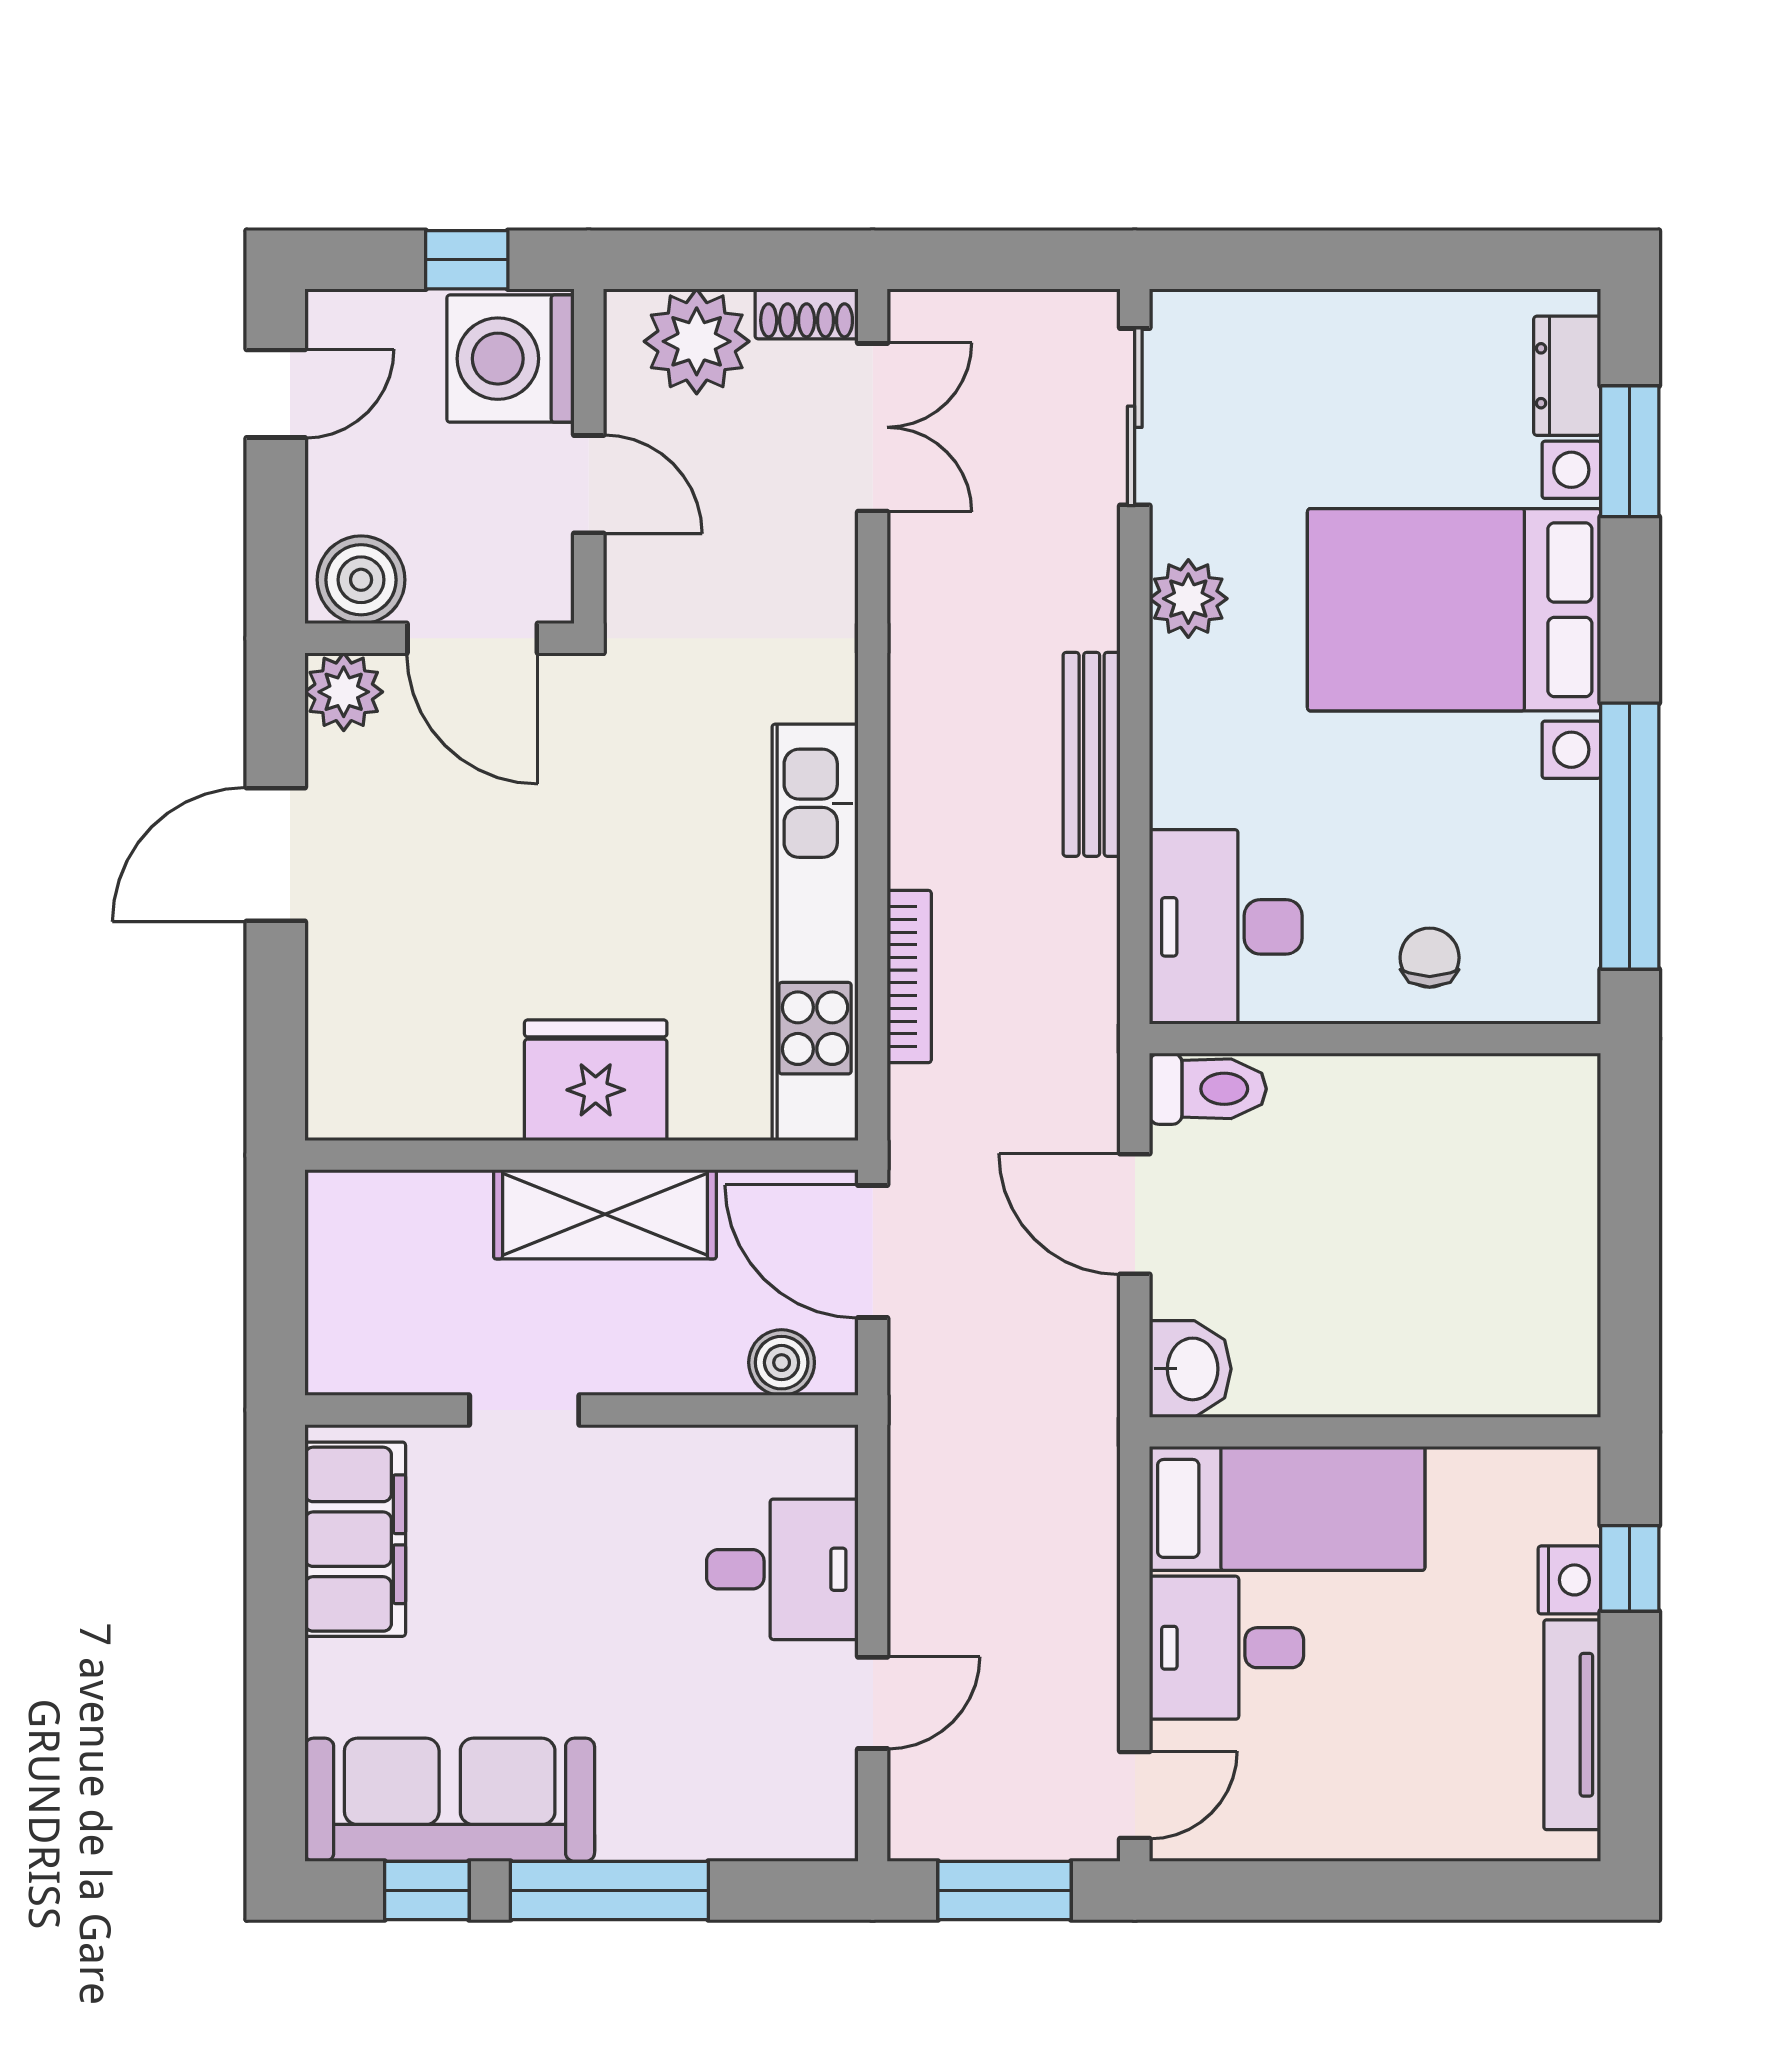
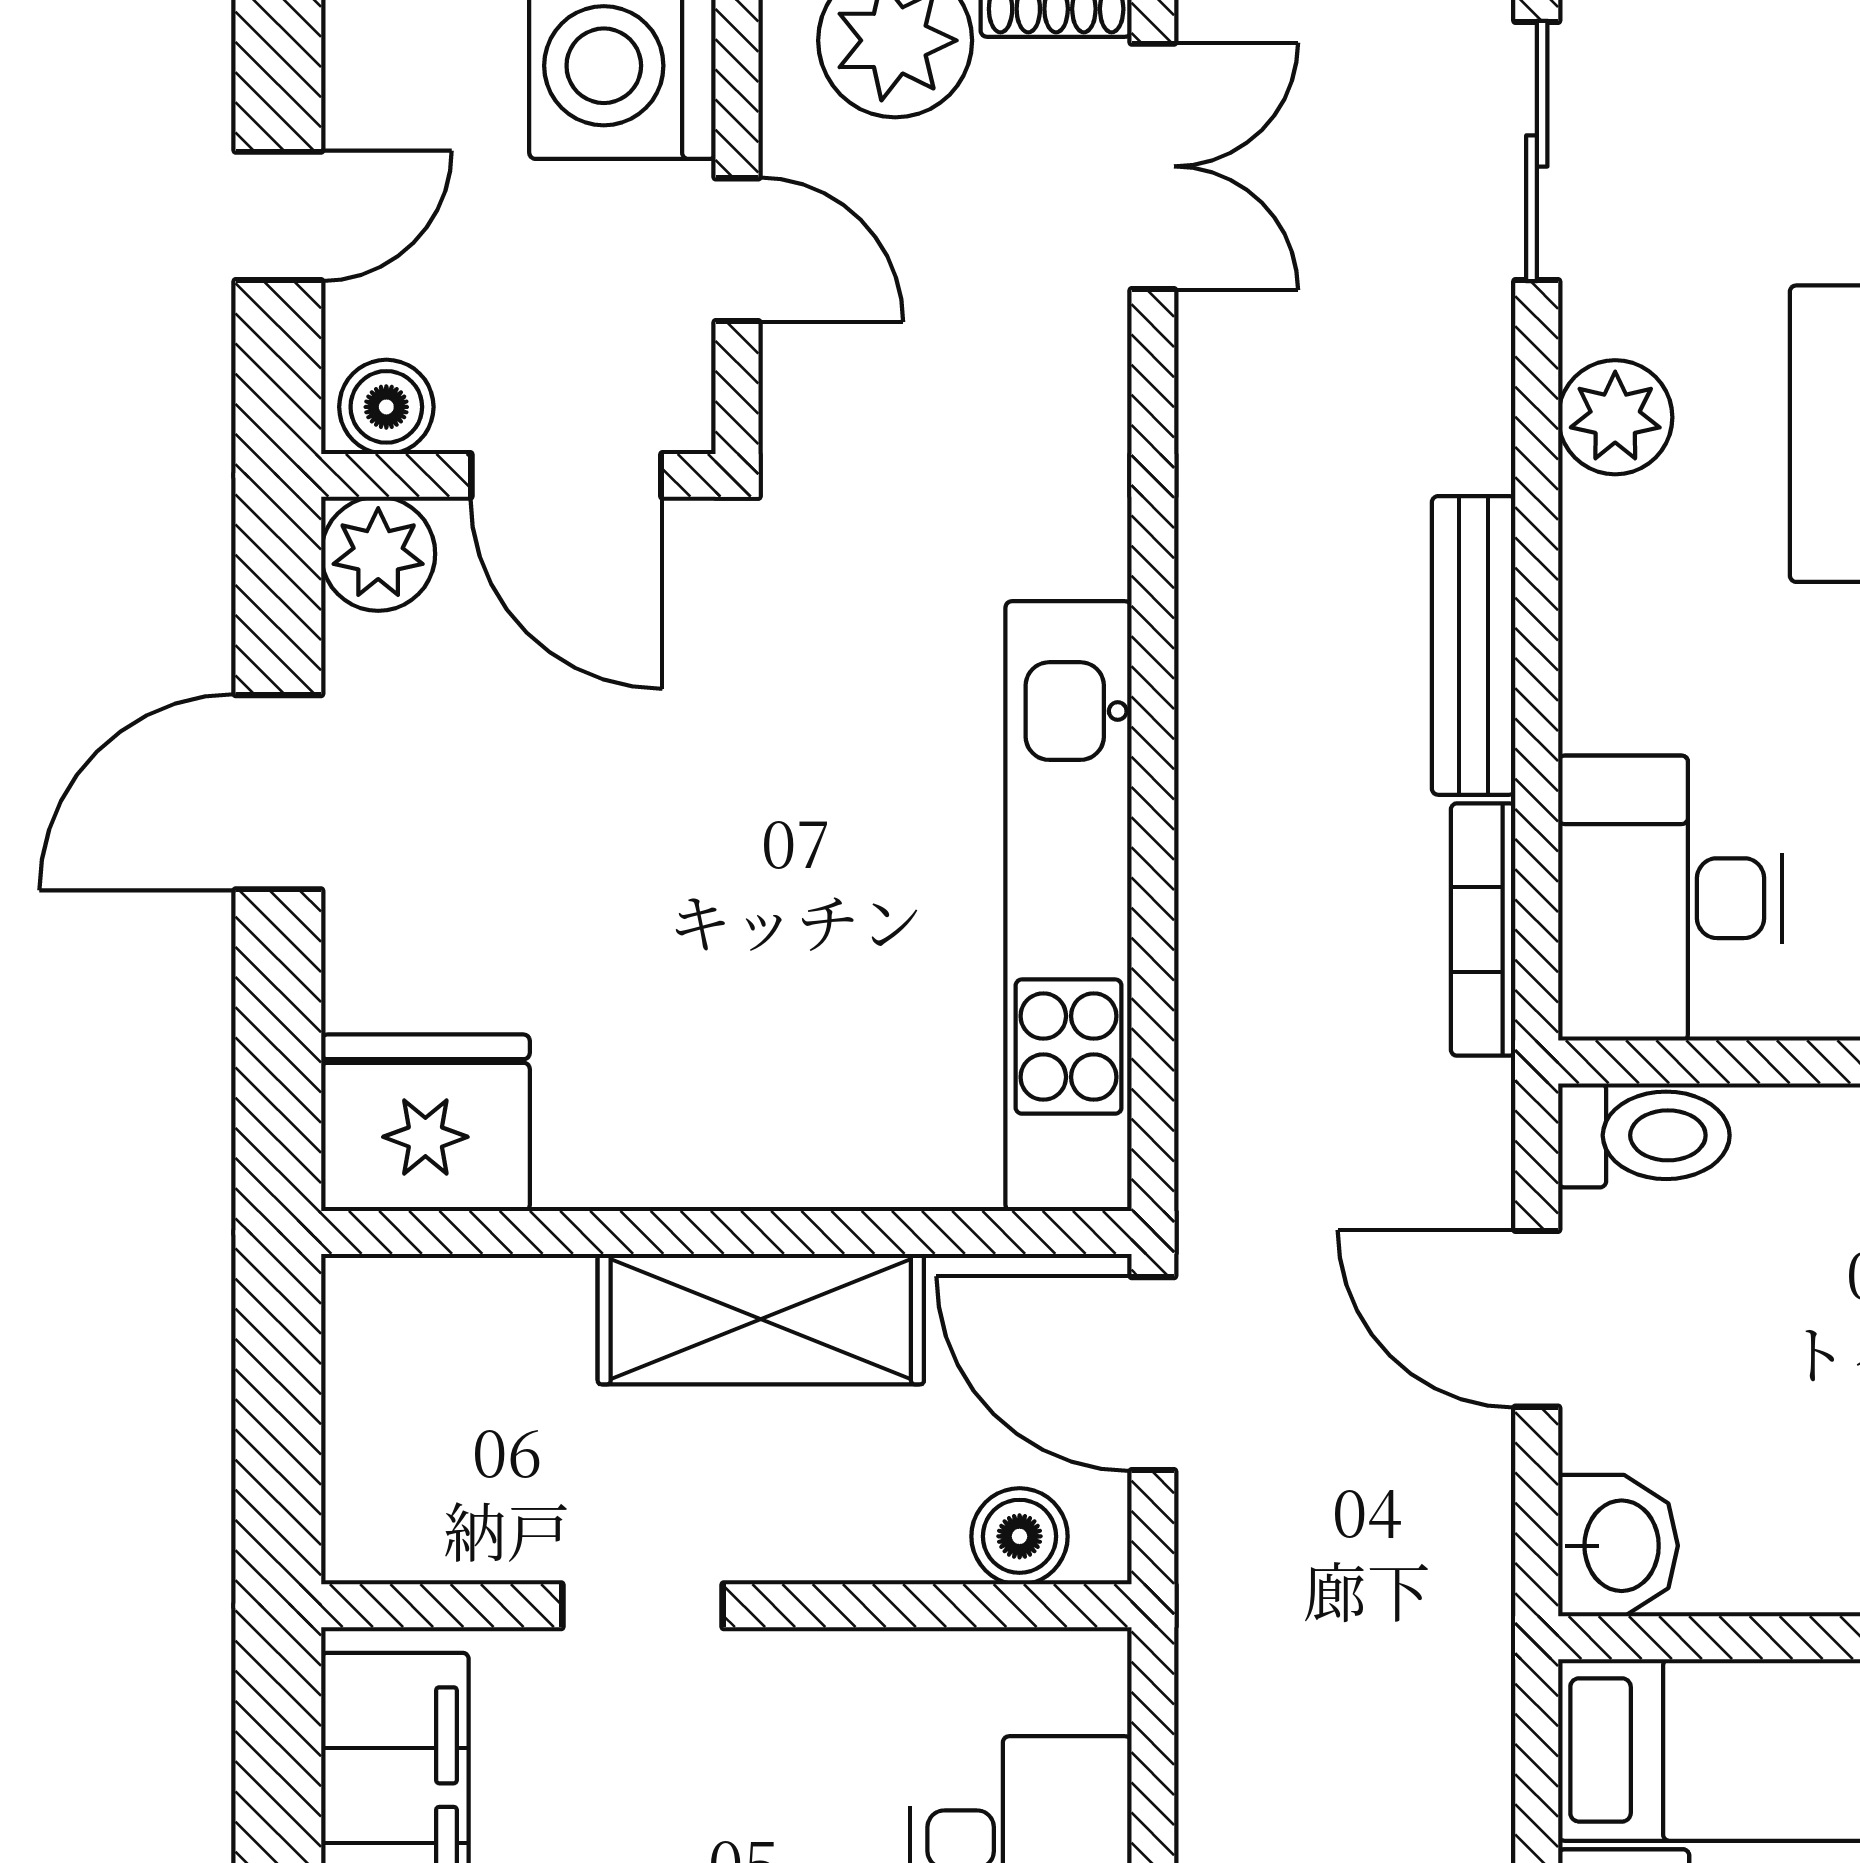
door: (276, 394) -> (278, 216), moved
boiler: (361, 580) -> (386, 407), width x0.73, depth x0.73
bookcase: (909, 977) -> (1483, 930), moved, turned 180
fridge: (596, 1080) -> (425, 1123), moved

